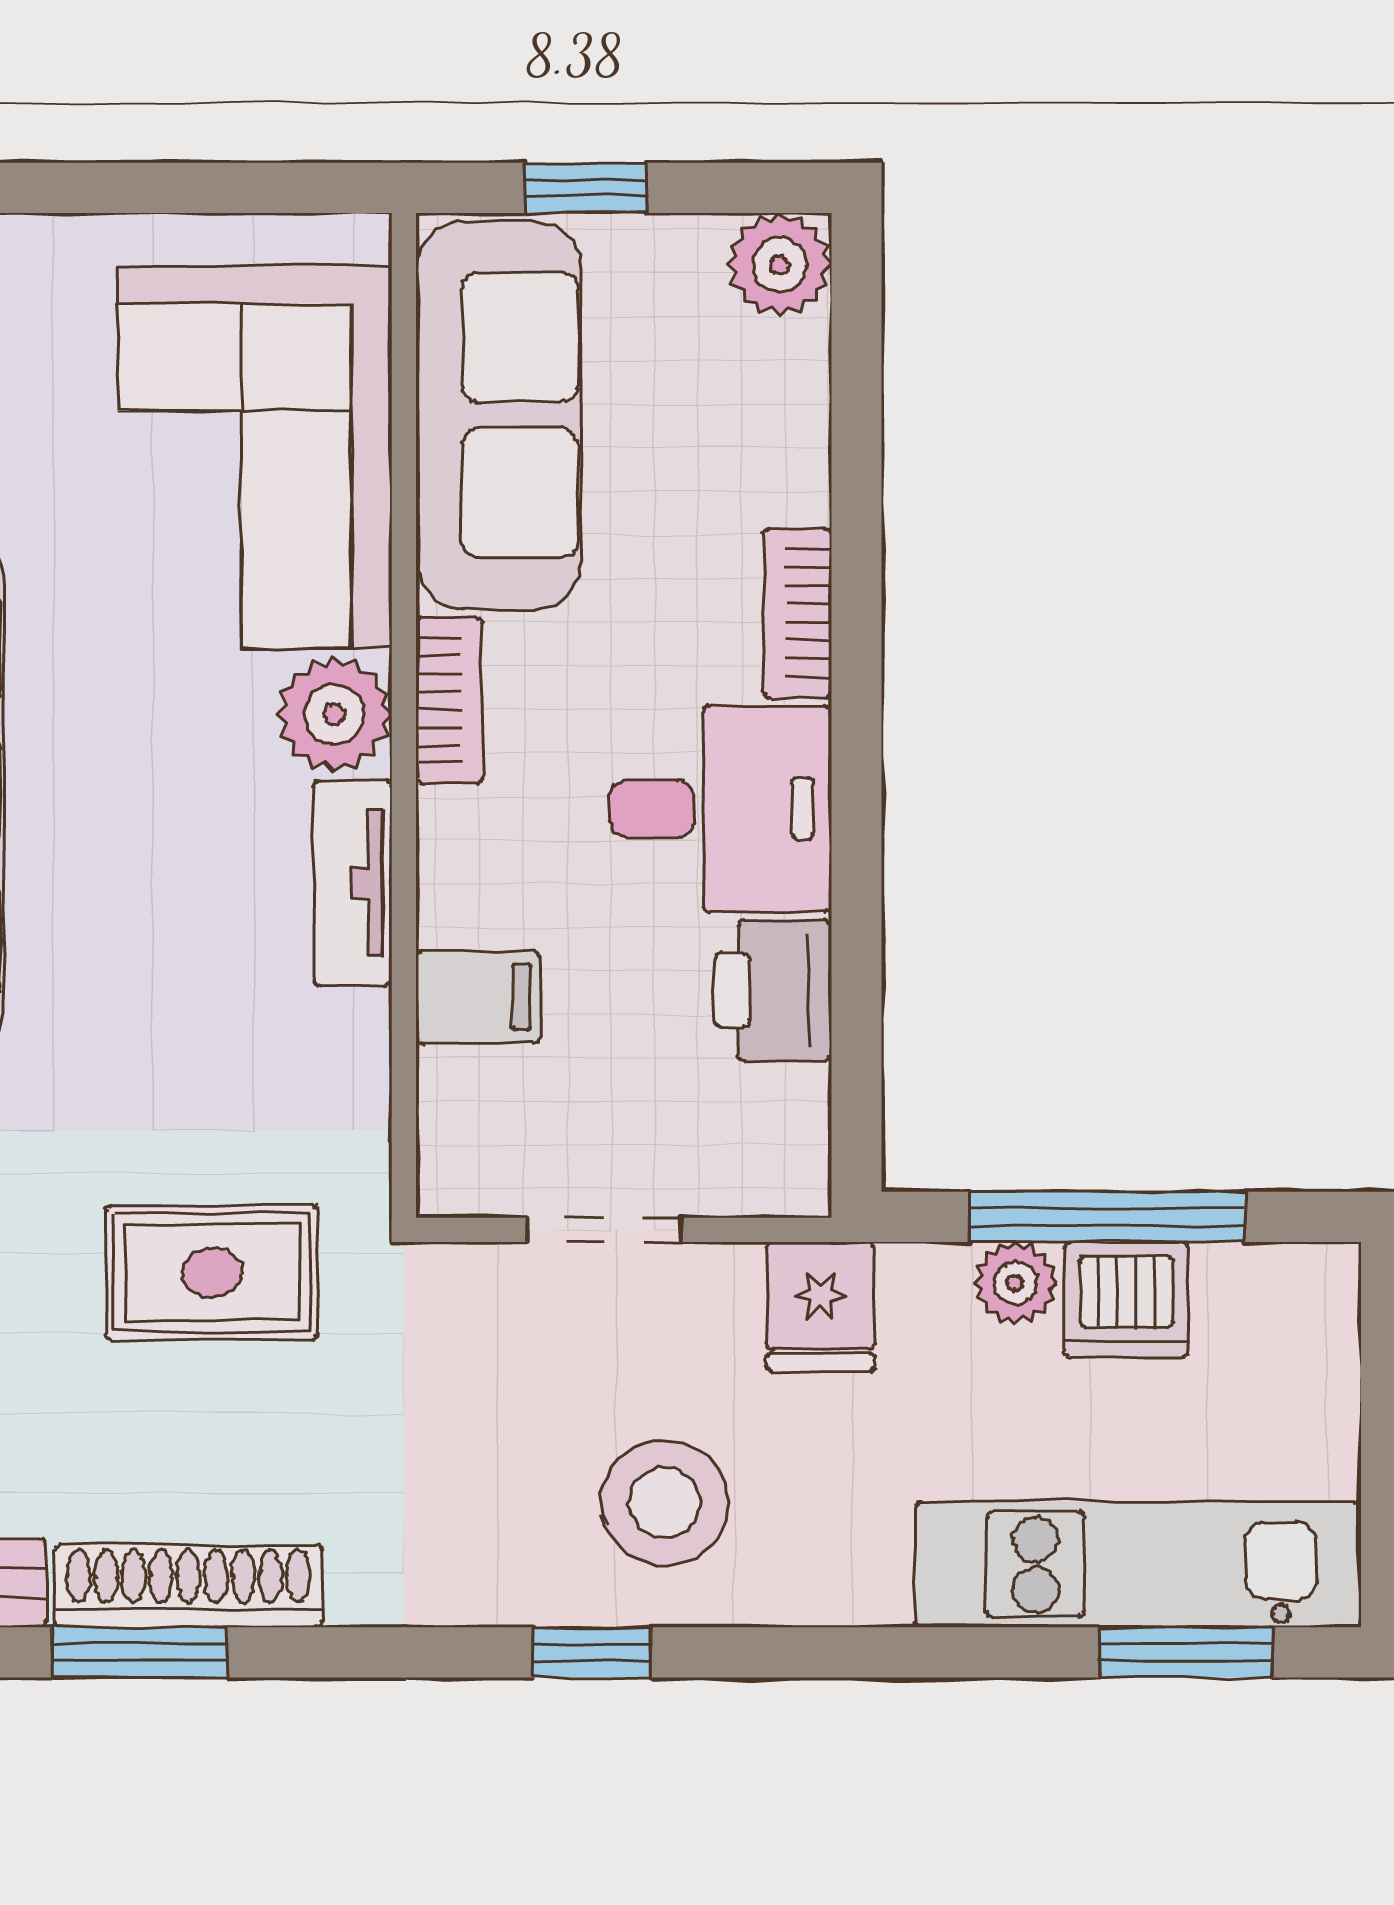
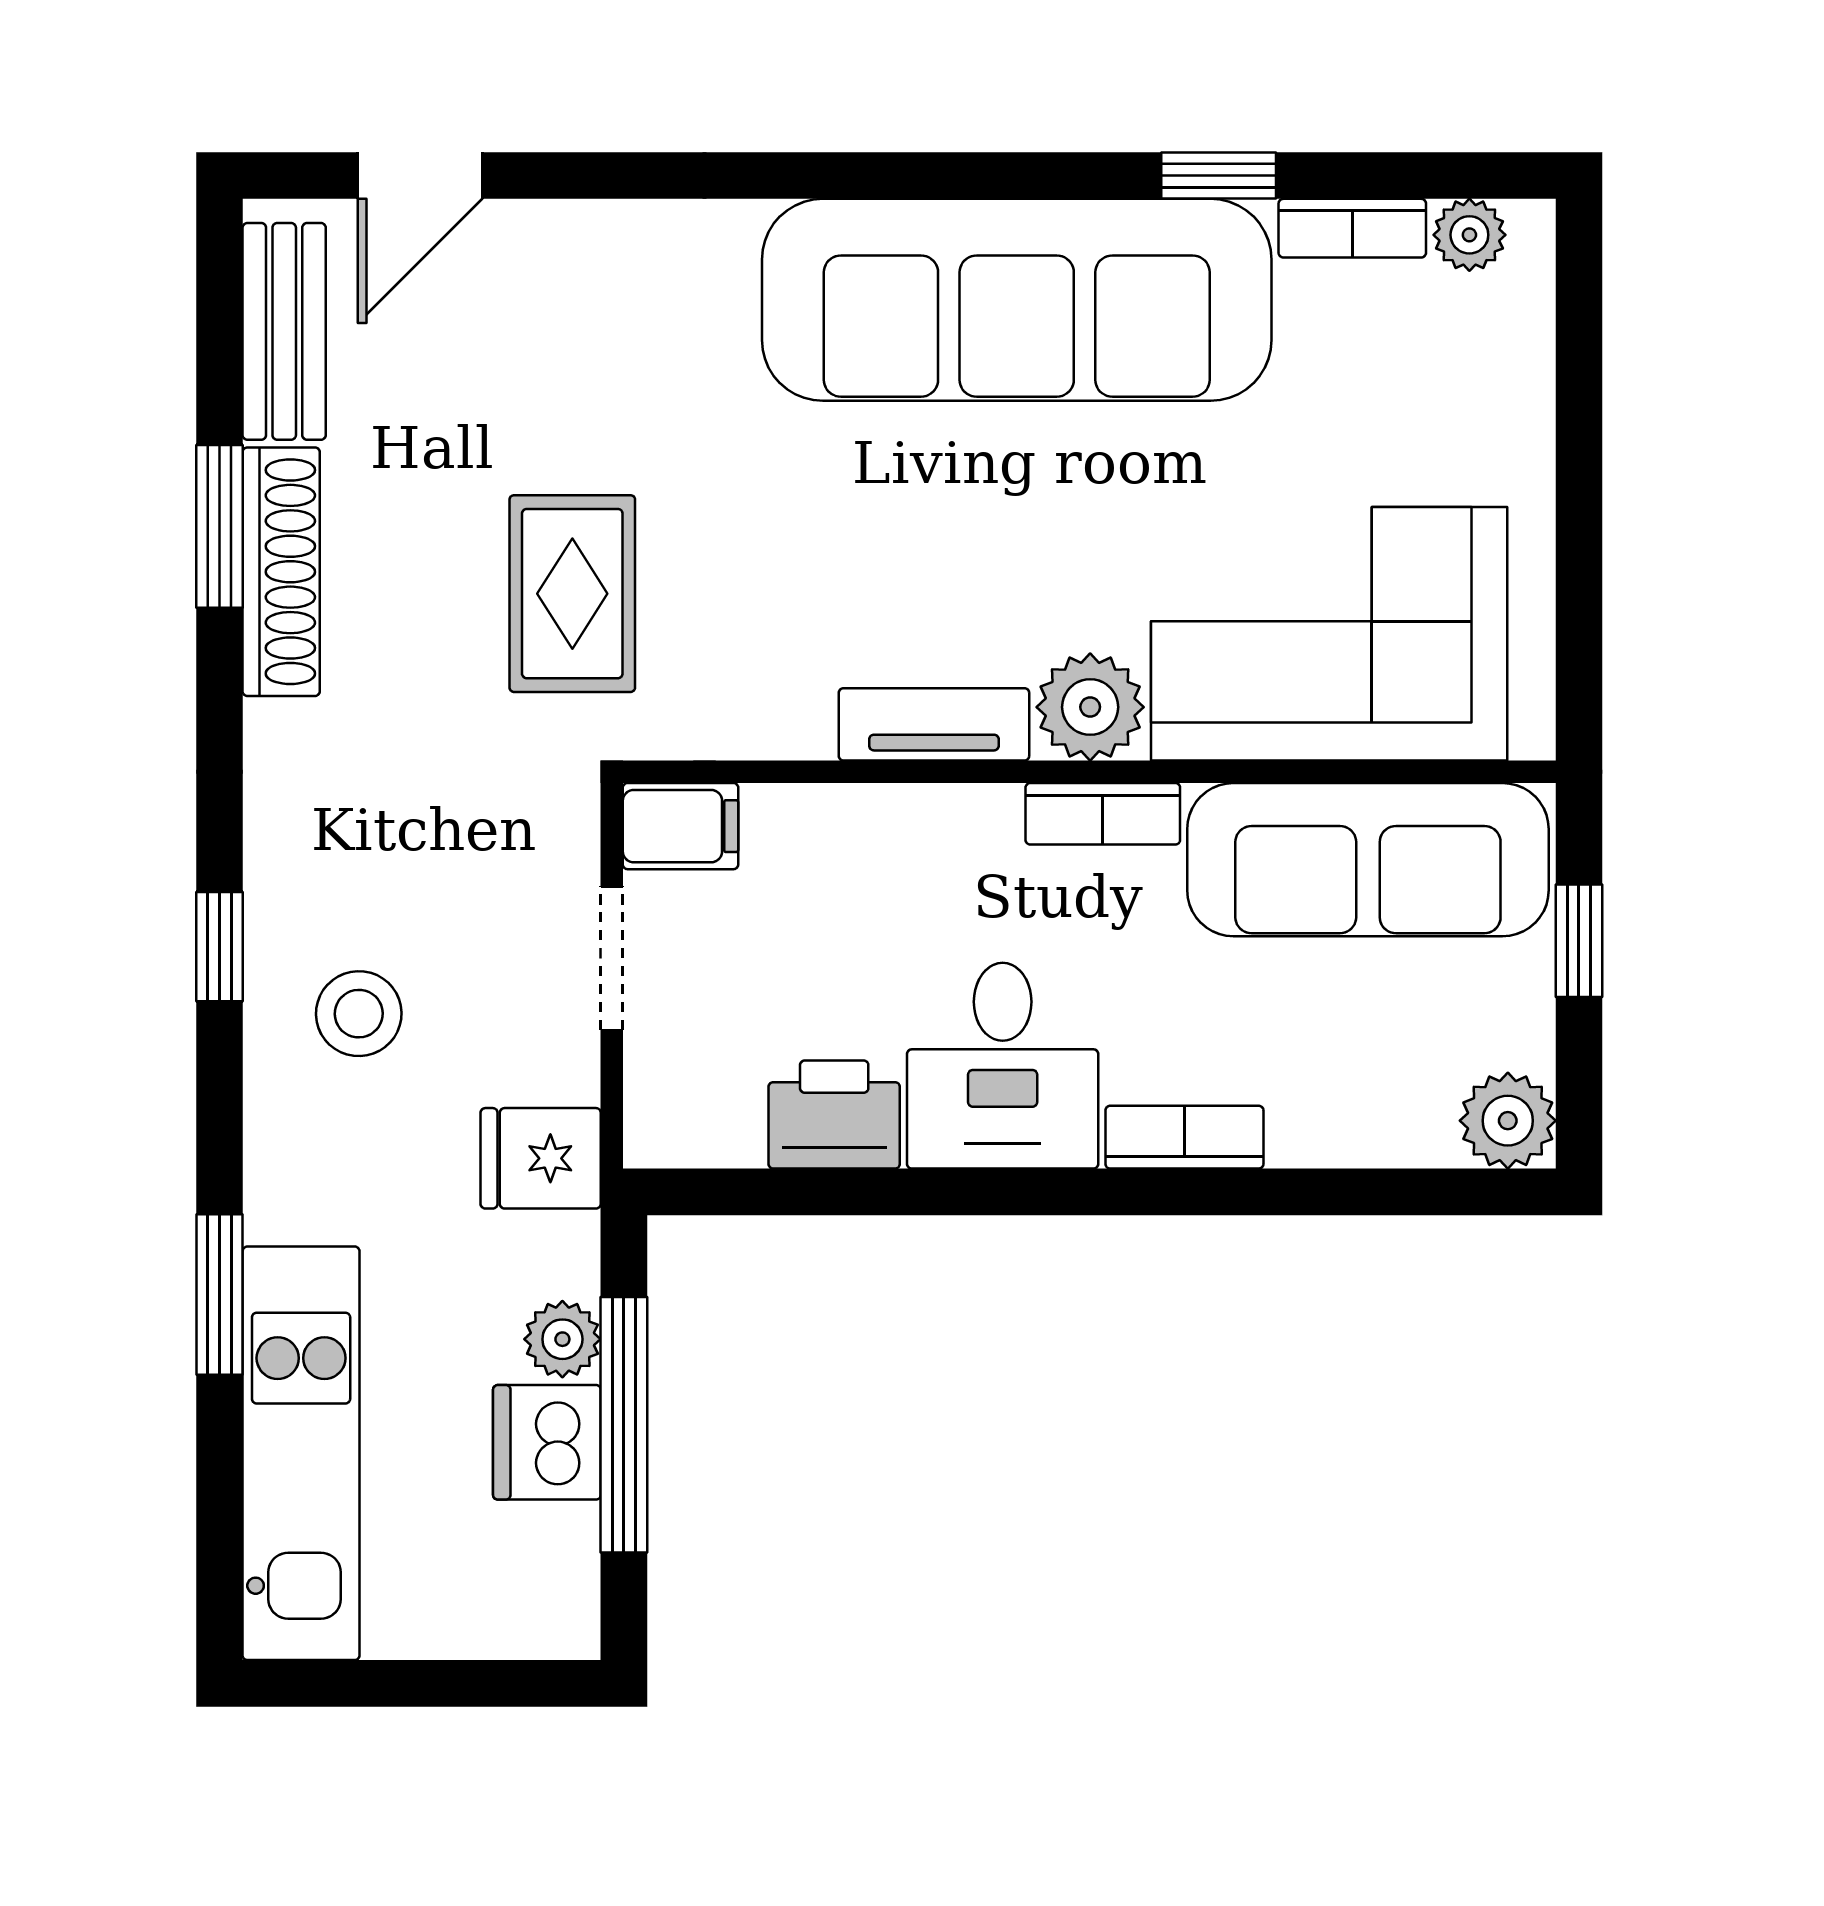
filing cabinet: (478, 997) -> (681, 826), moved, turned -90
stool: (664, 1502) -> (359, 1014), width x0.73, depth x0.73
window: (1185, 1652) -> (220, 1295), moved

